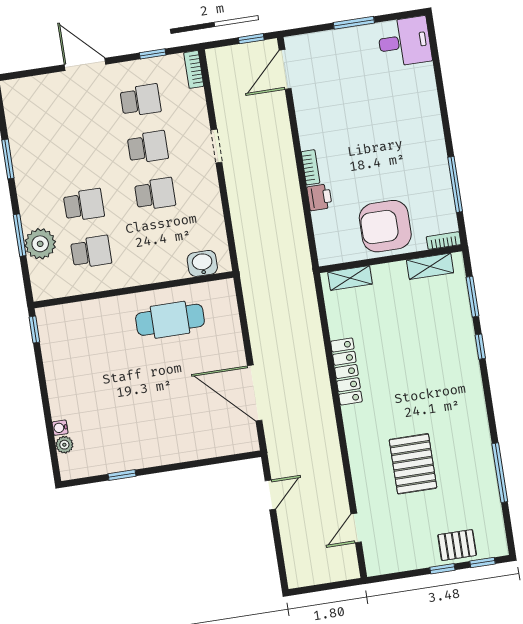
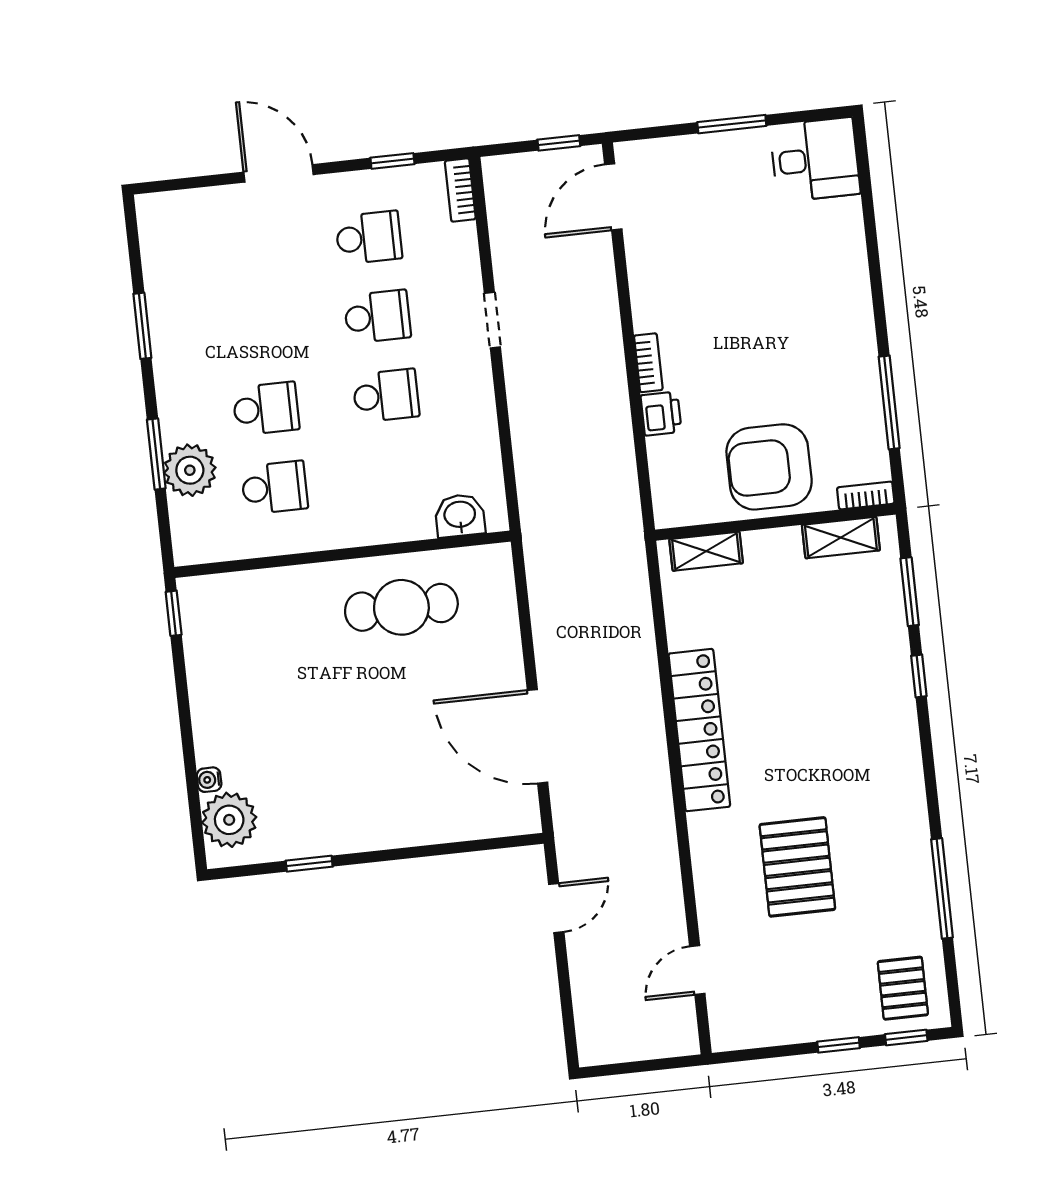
locker: (346, 372) -> (699, 730), width x1.41, depth x1.21
plant: (64, 445) -> (229, 820), width x1.88, depth x1.88
pallet: (457, 545) -> (903, 988), moved, turned 90

